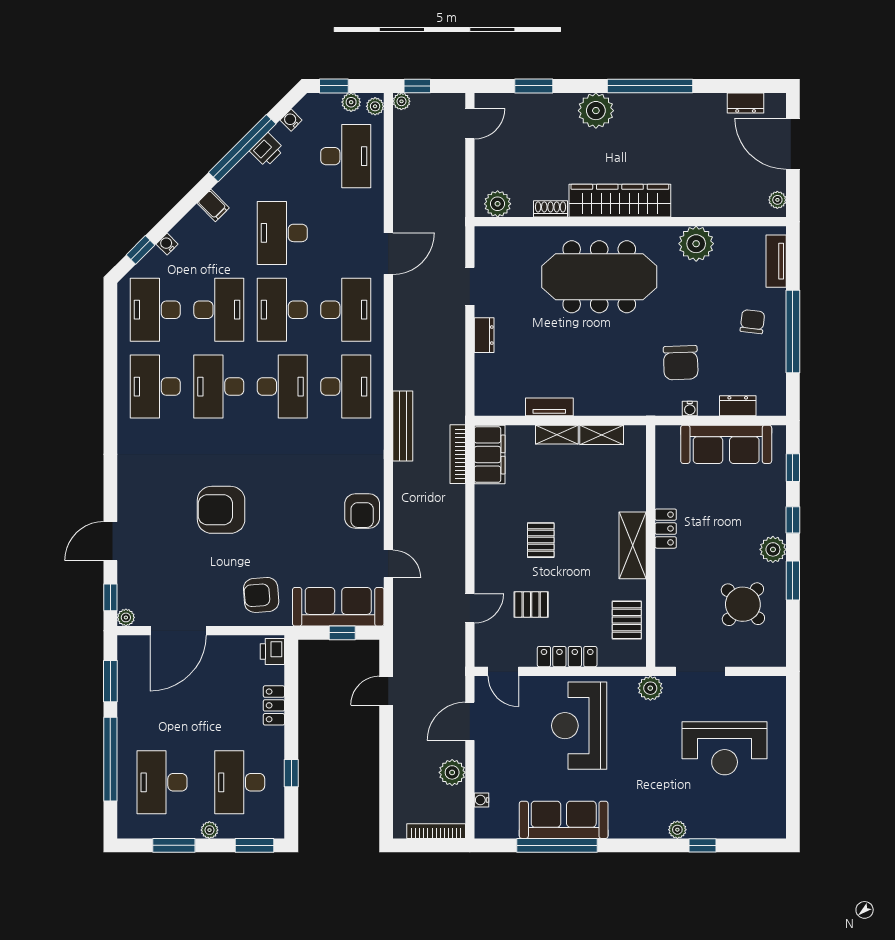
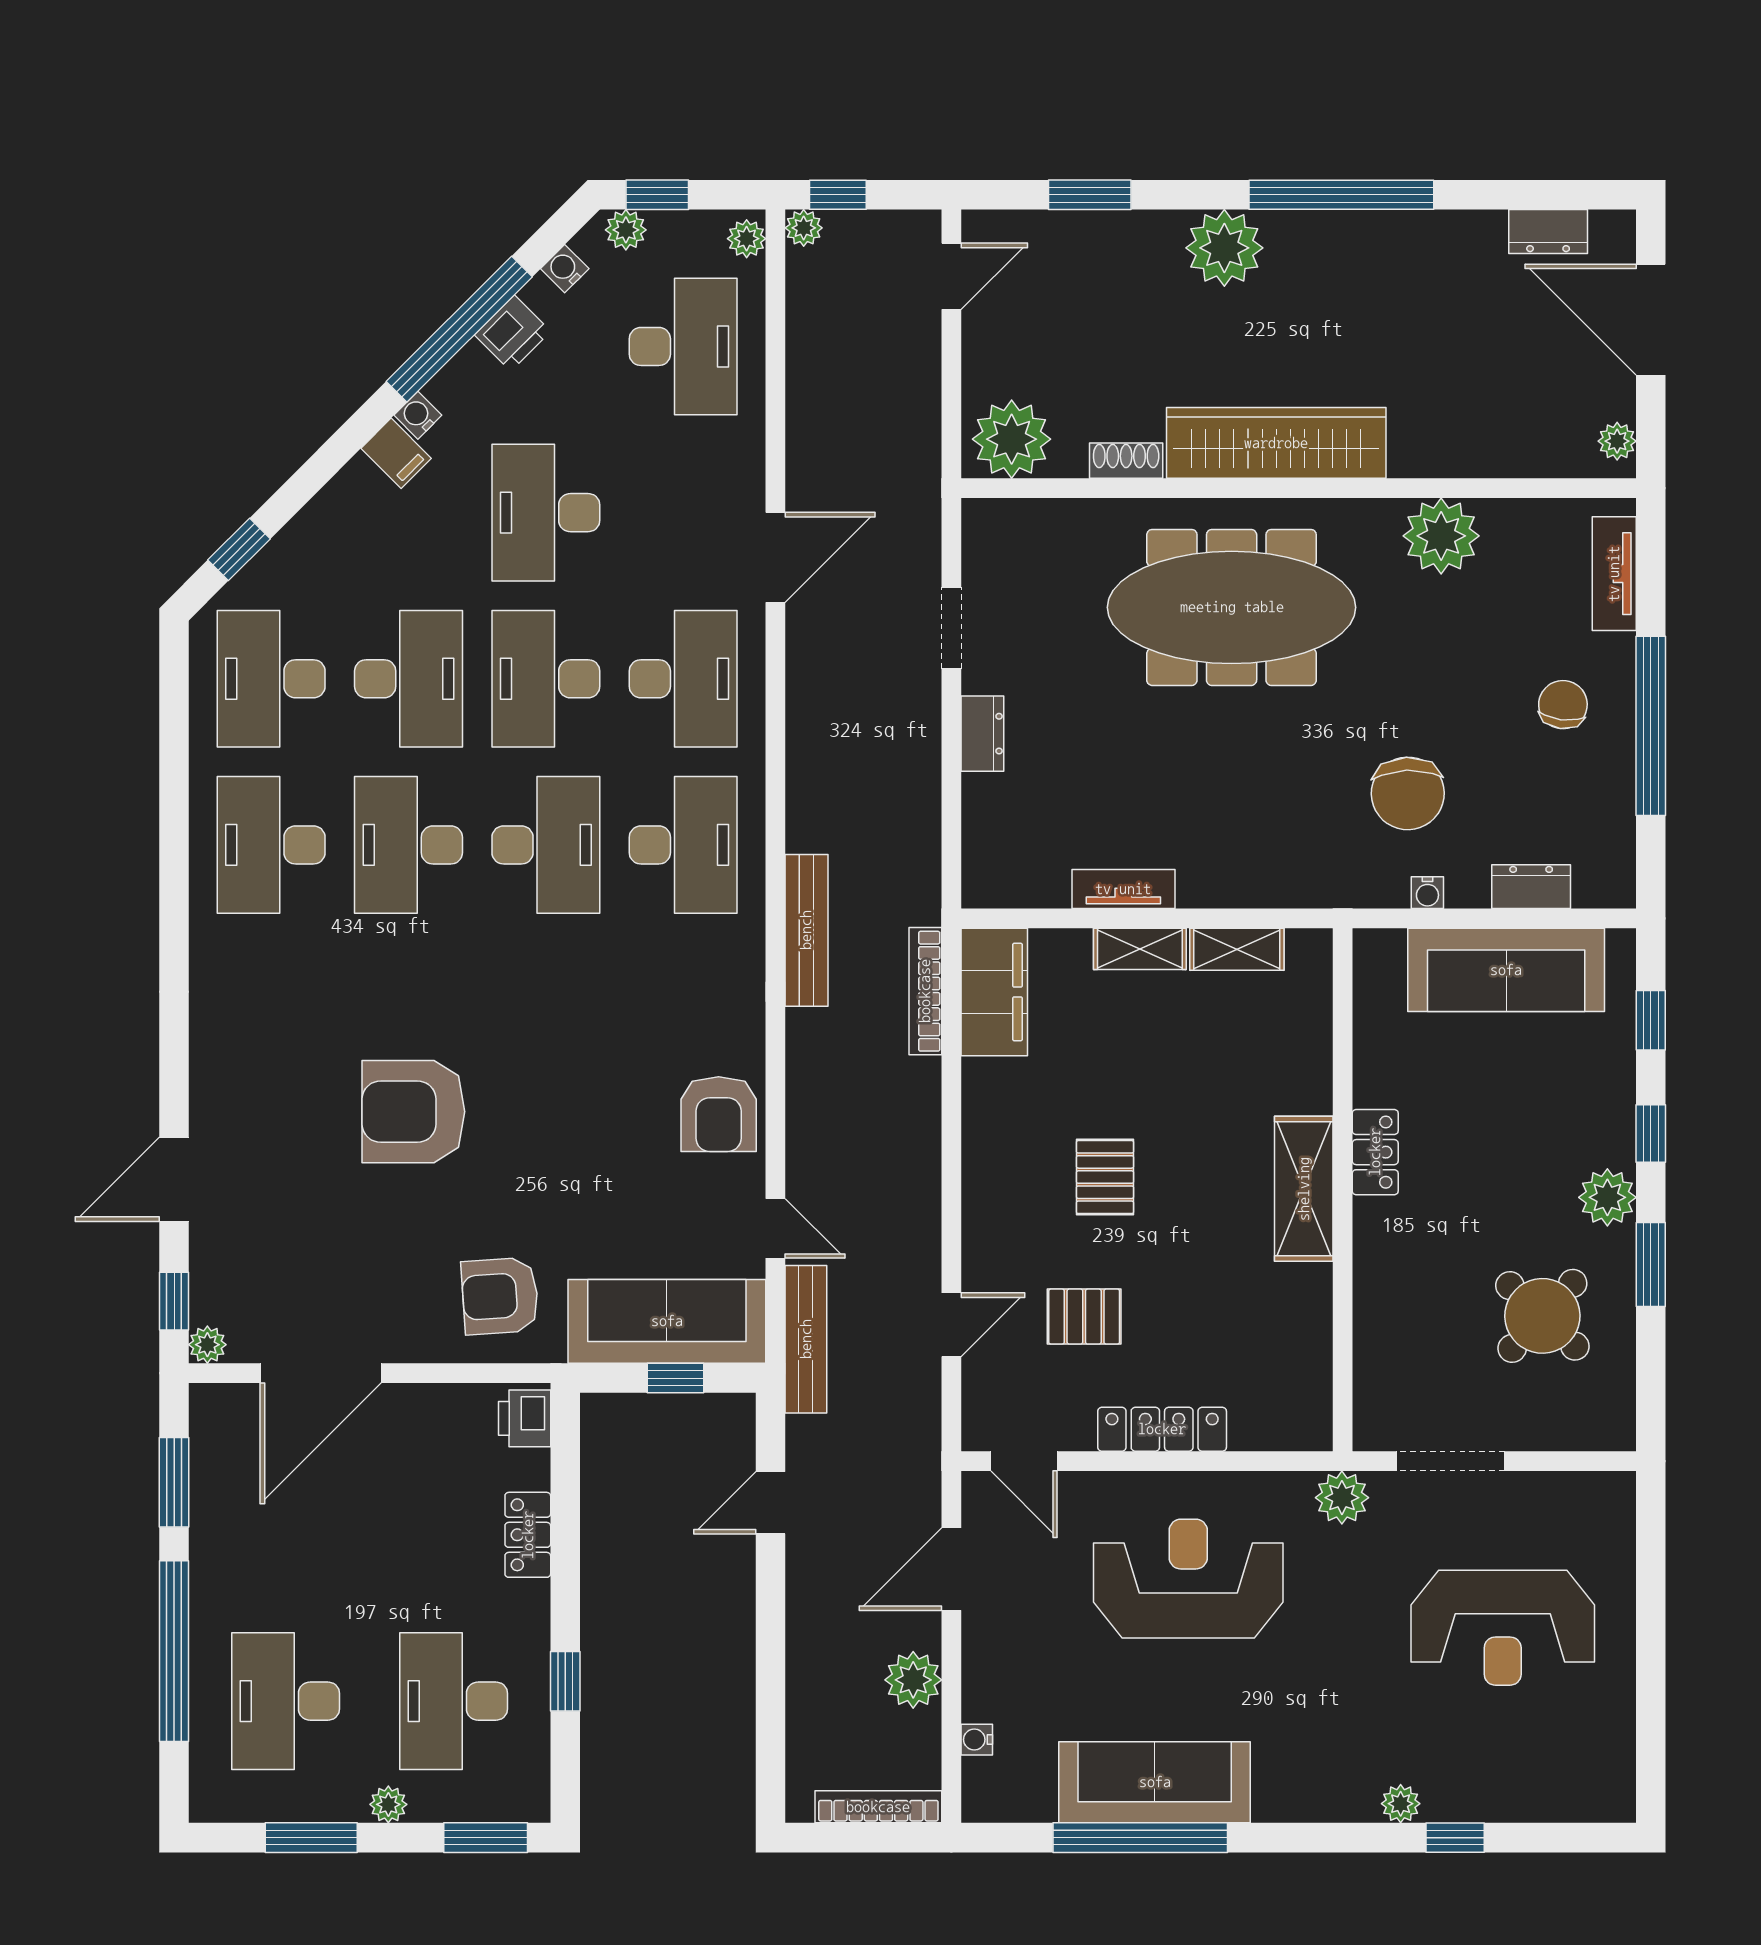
plant: (351, 102) -> (626, 230), moved
plant: (498, 204) -> (1012, 439), width x1.36, depth x1.36
water cooler: (167, 244) -> (418, 415), moved
bench: (402, 615) -> (806, 1339), added
pallet: (627, 620) -> (1291, 1350), removed
reception desk: (579, 726) -> (1188, 1579), turned 90

